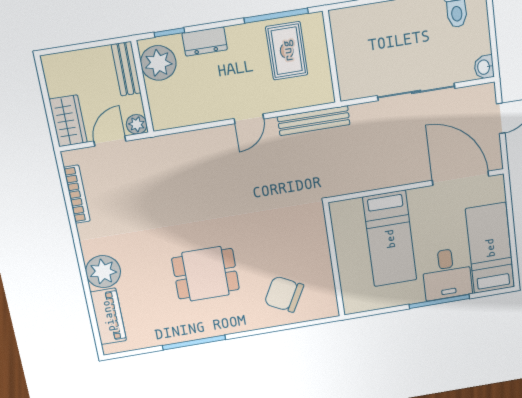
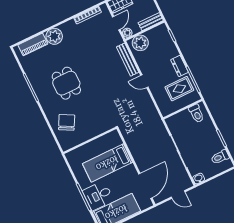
toilet: (350, 31) -> (196, 113), added
dresser: (205, 41) -> (179, 66), moved
plant: (158, 63) -> (140, 43), moved
bench: (314, 121) -> (128, 60), moved
door: (110, 141) -> (116, 23), hinge flipped

